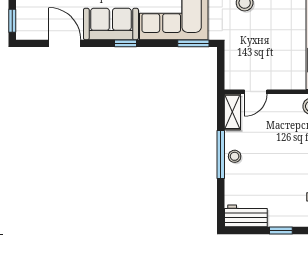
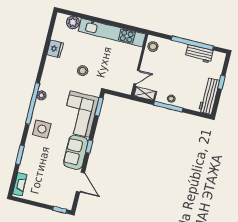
door: (65, 43) -> (80, 182), swing flipped
door: (256, 92) -> (136, 77), hinge flipped
workbench: (246, 216) -> (209, 96), width x1.38

